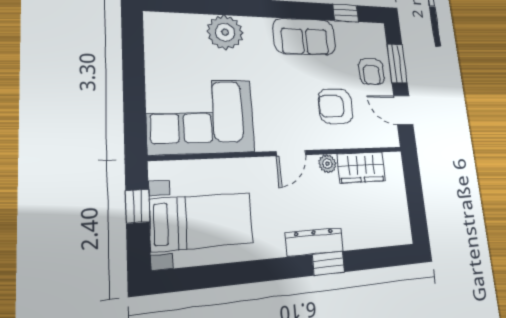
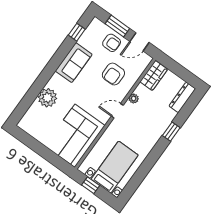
door: (291, 153) -> (117, 111), swing flipped
wardrobe: (361, 167) -> (154, 76), moved
dresser: (314, 242) -> (182, 97), moved

